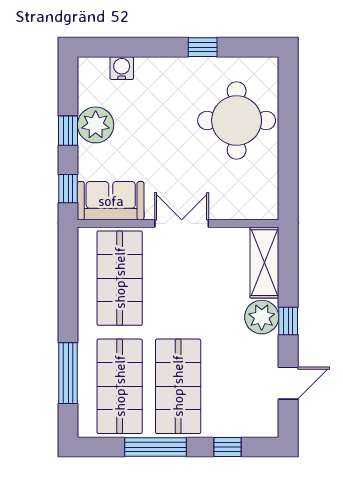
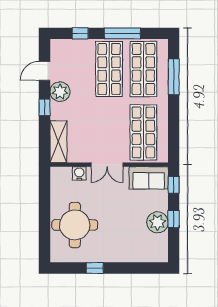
water cooler: (122, 68) -> (79, 173), moved, turned 180
plant: (262, 317) -> (60, 92), moved

